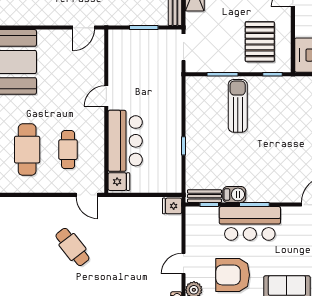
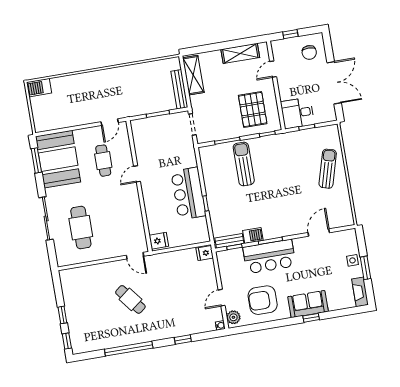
bar counter: (125, 141) -> (188, 194), moved, turned 180
cafe table: (68, 150) -> (103, 161), moved

